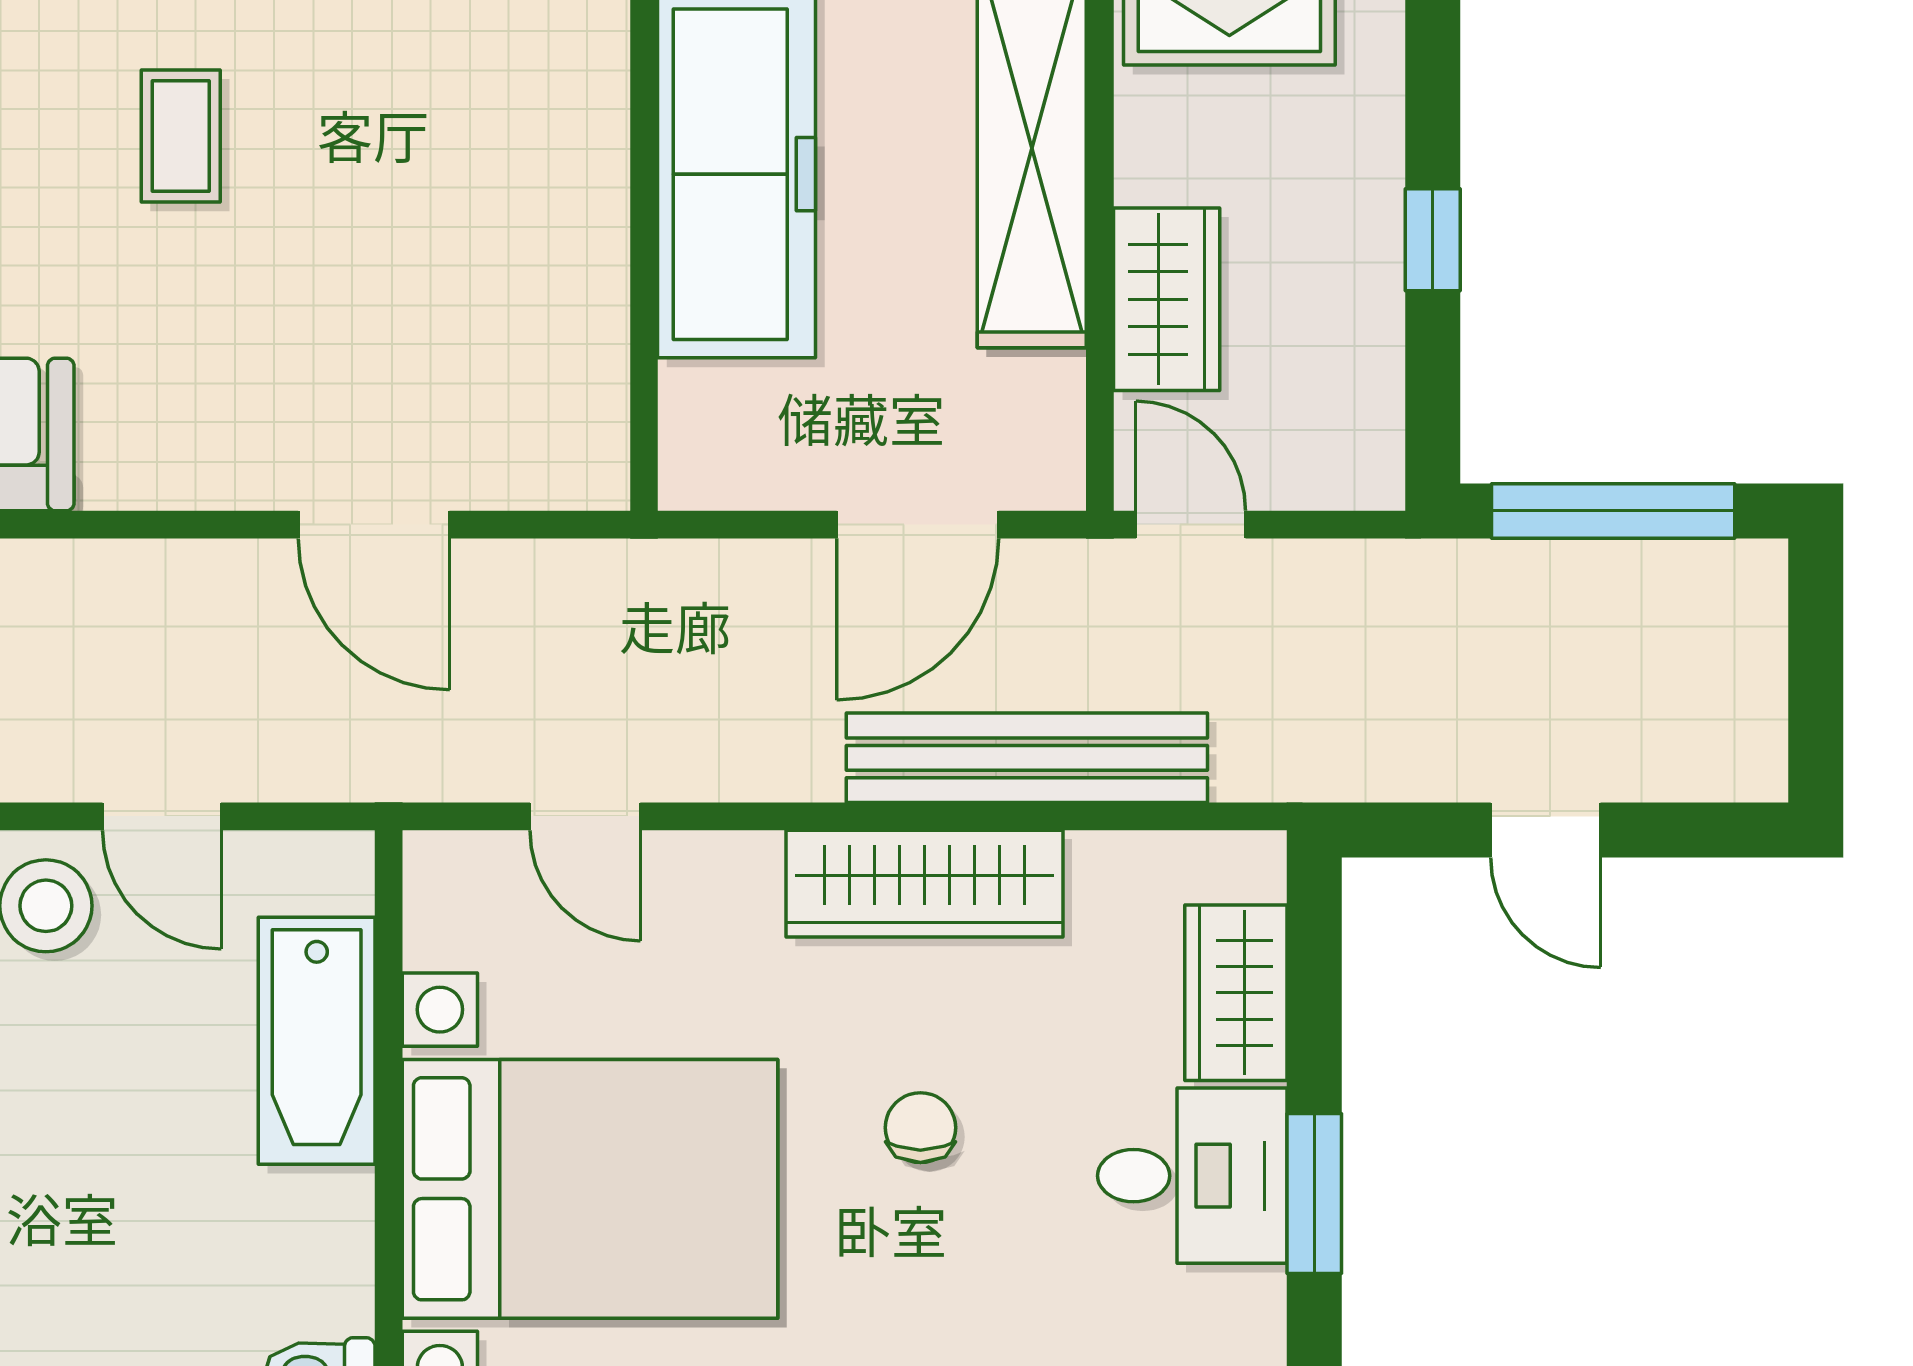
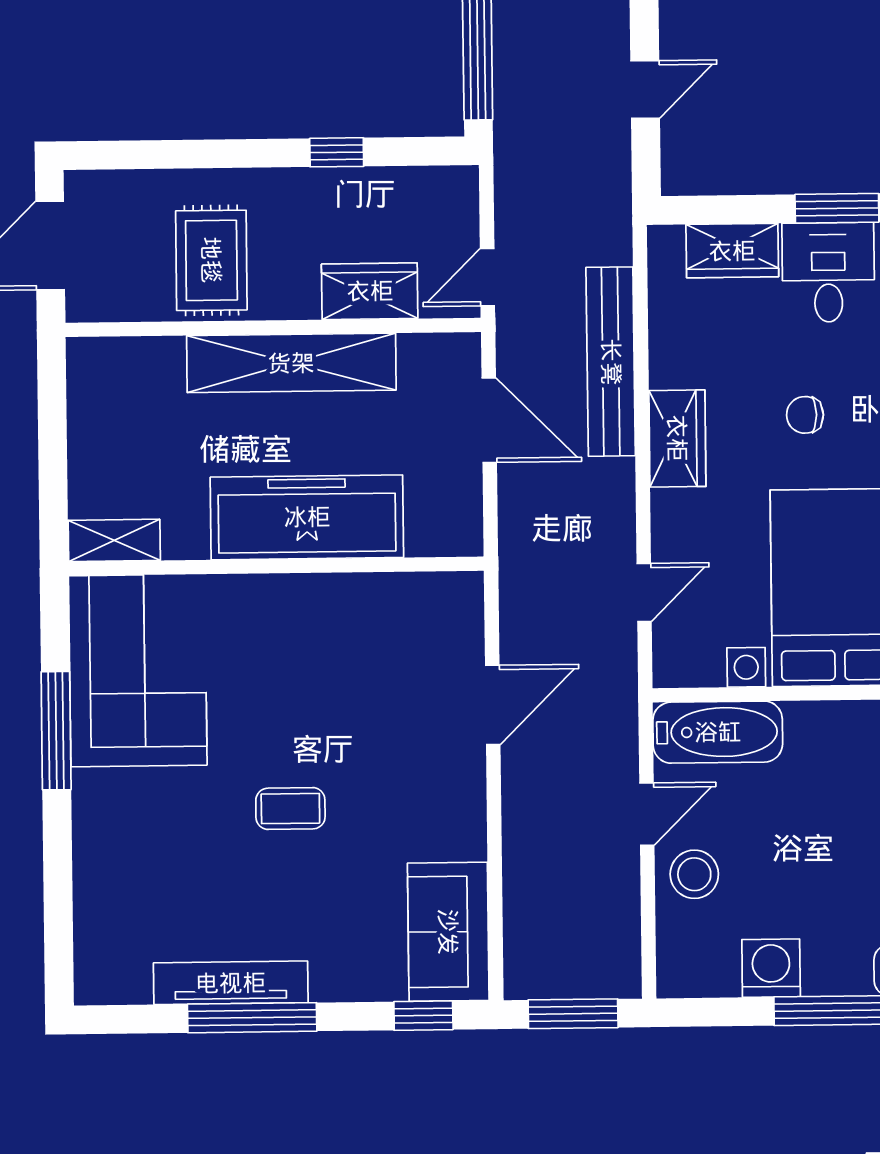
wardrobe: (925, 884) -> (677, 438), width x0.67
bathtub: (317, 1041) -> (718, 732), moved

